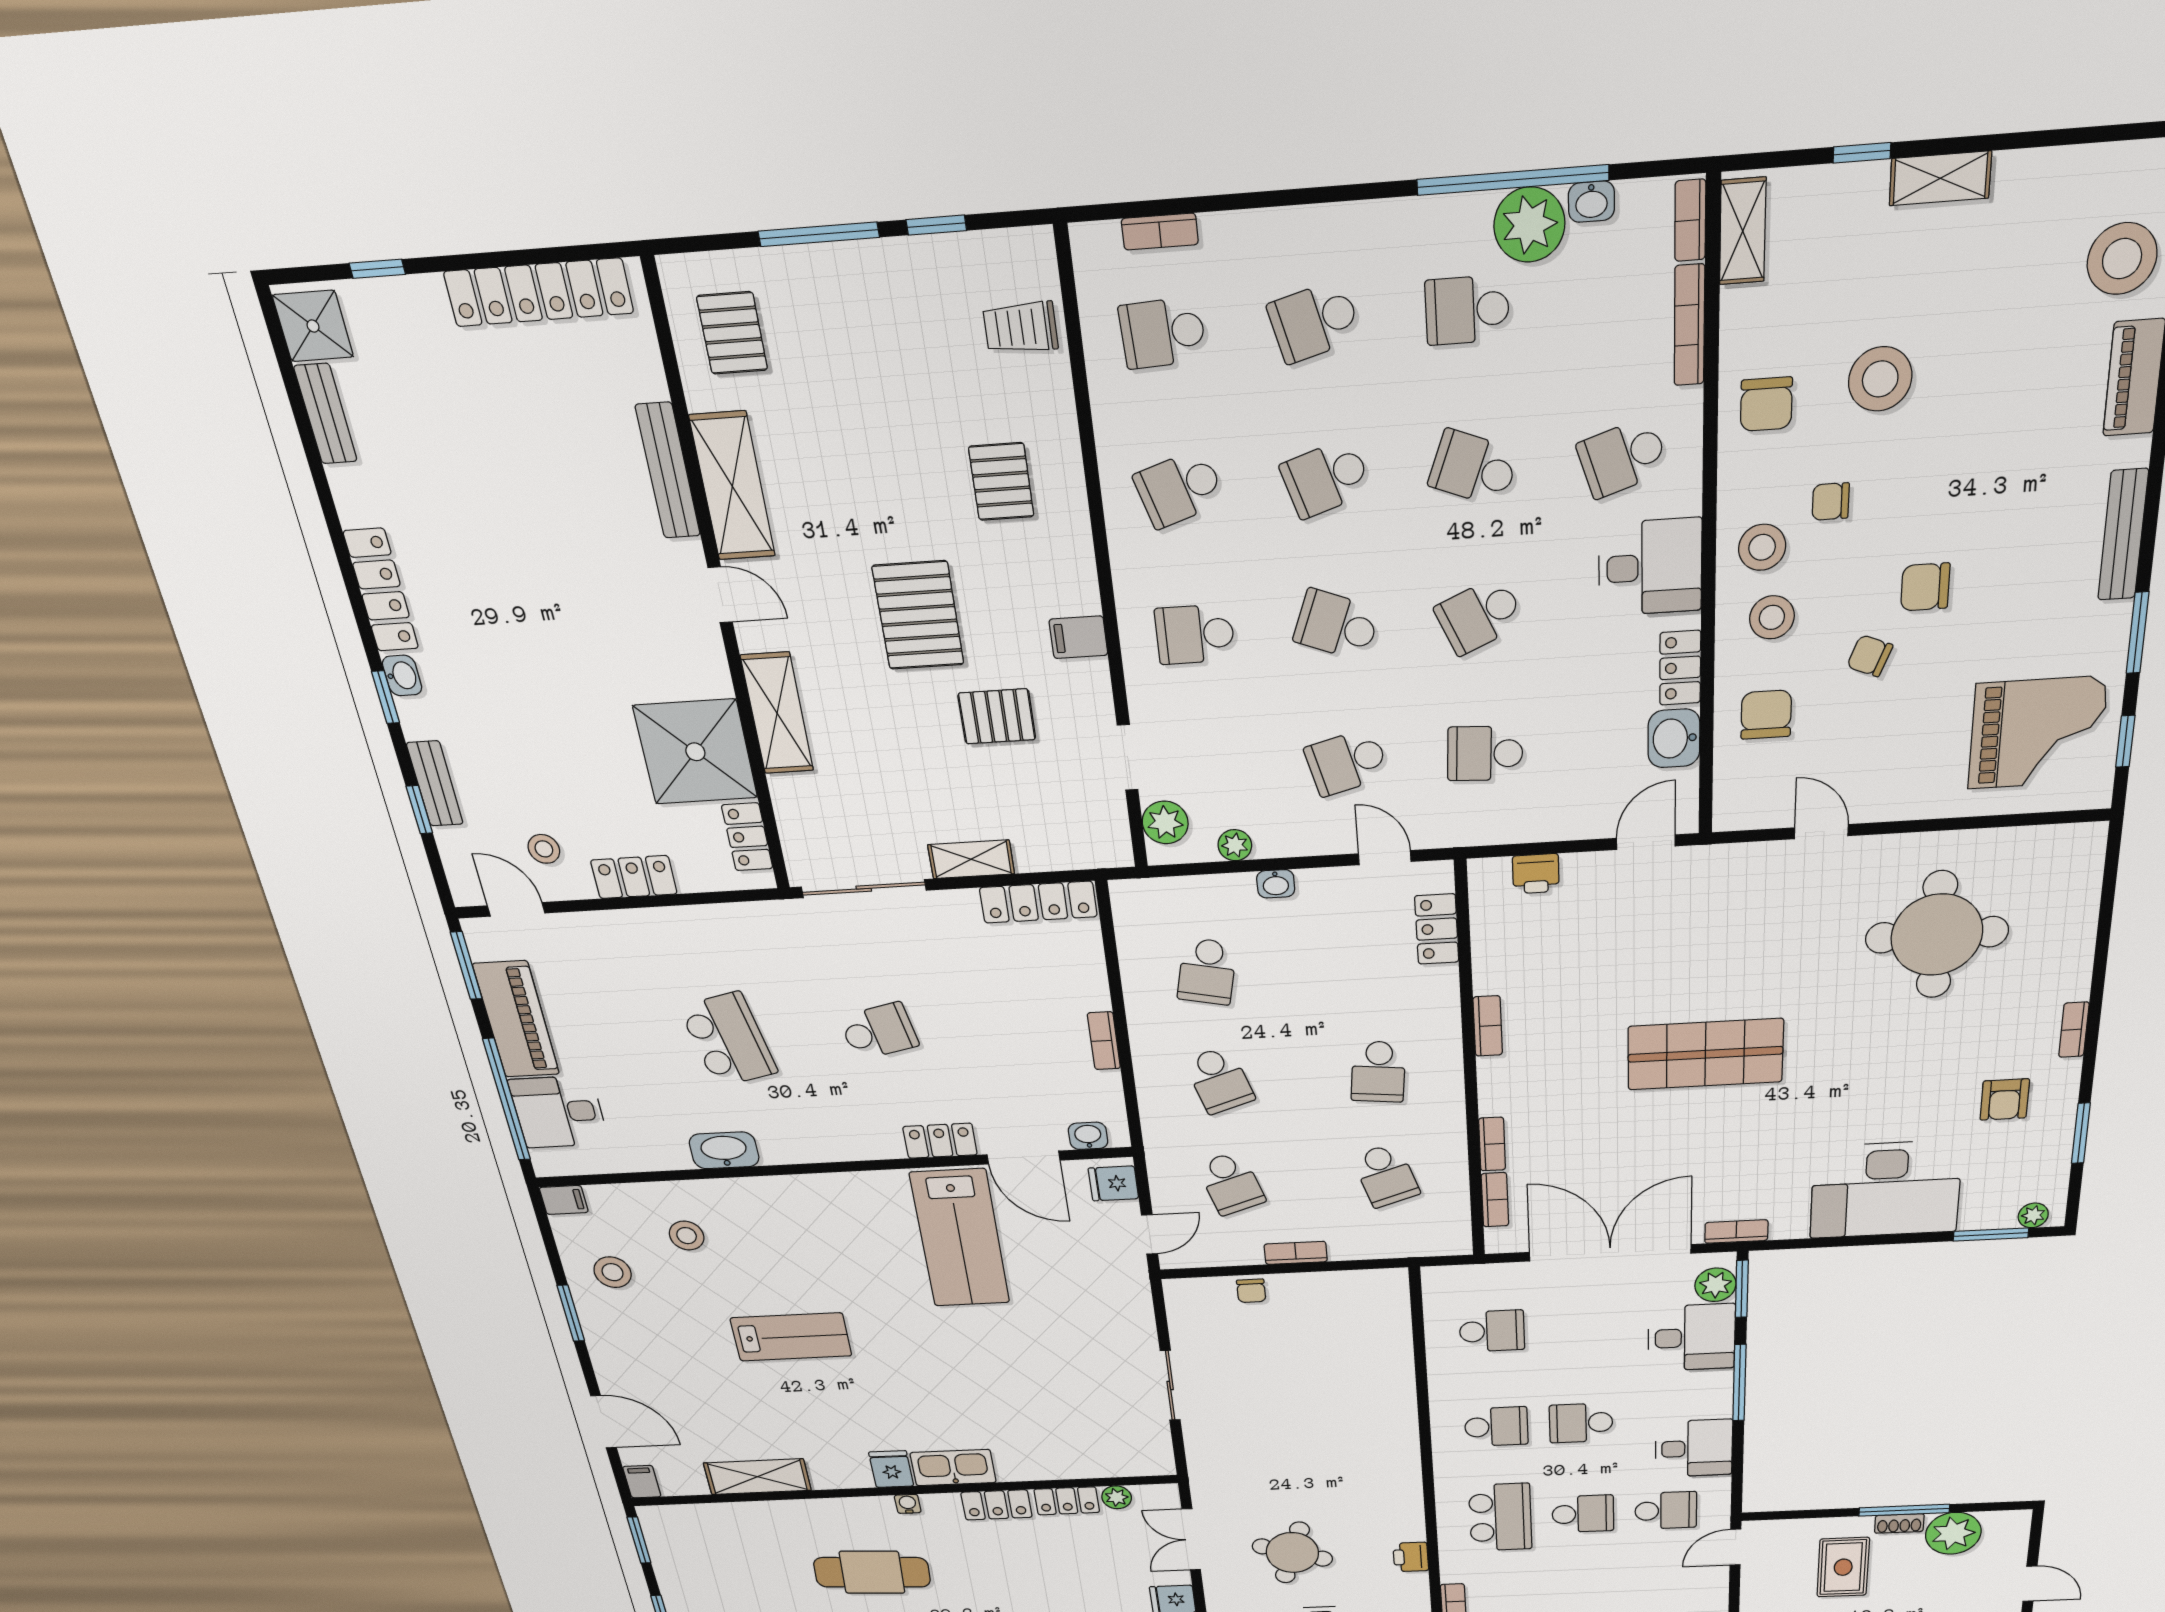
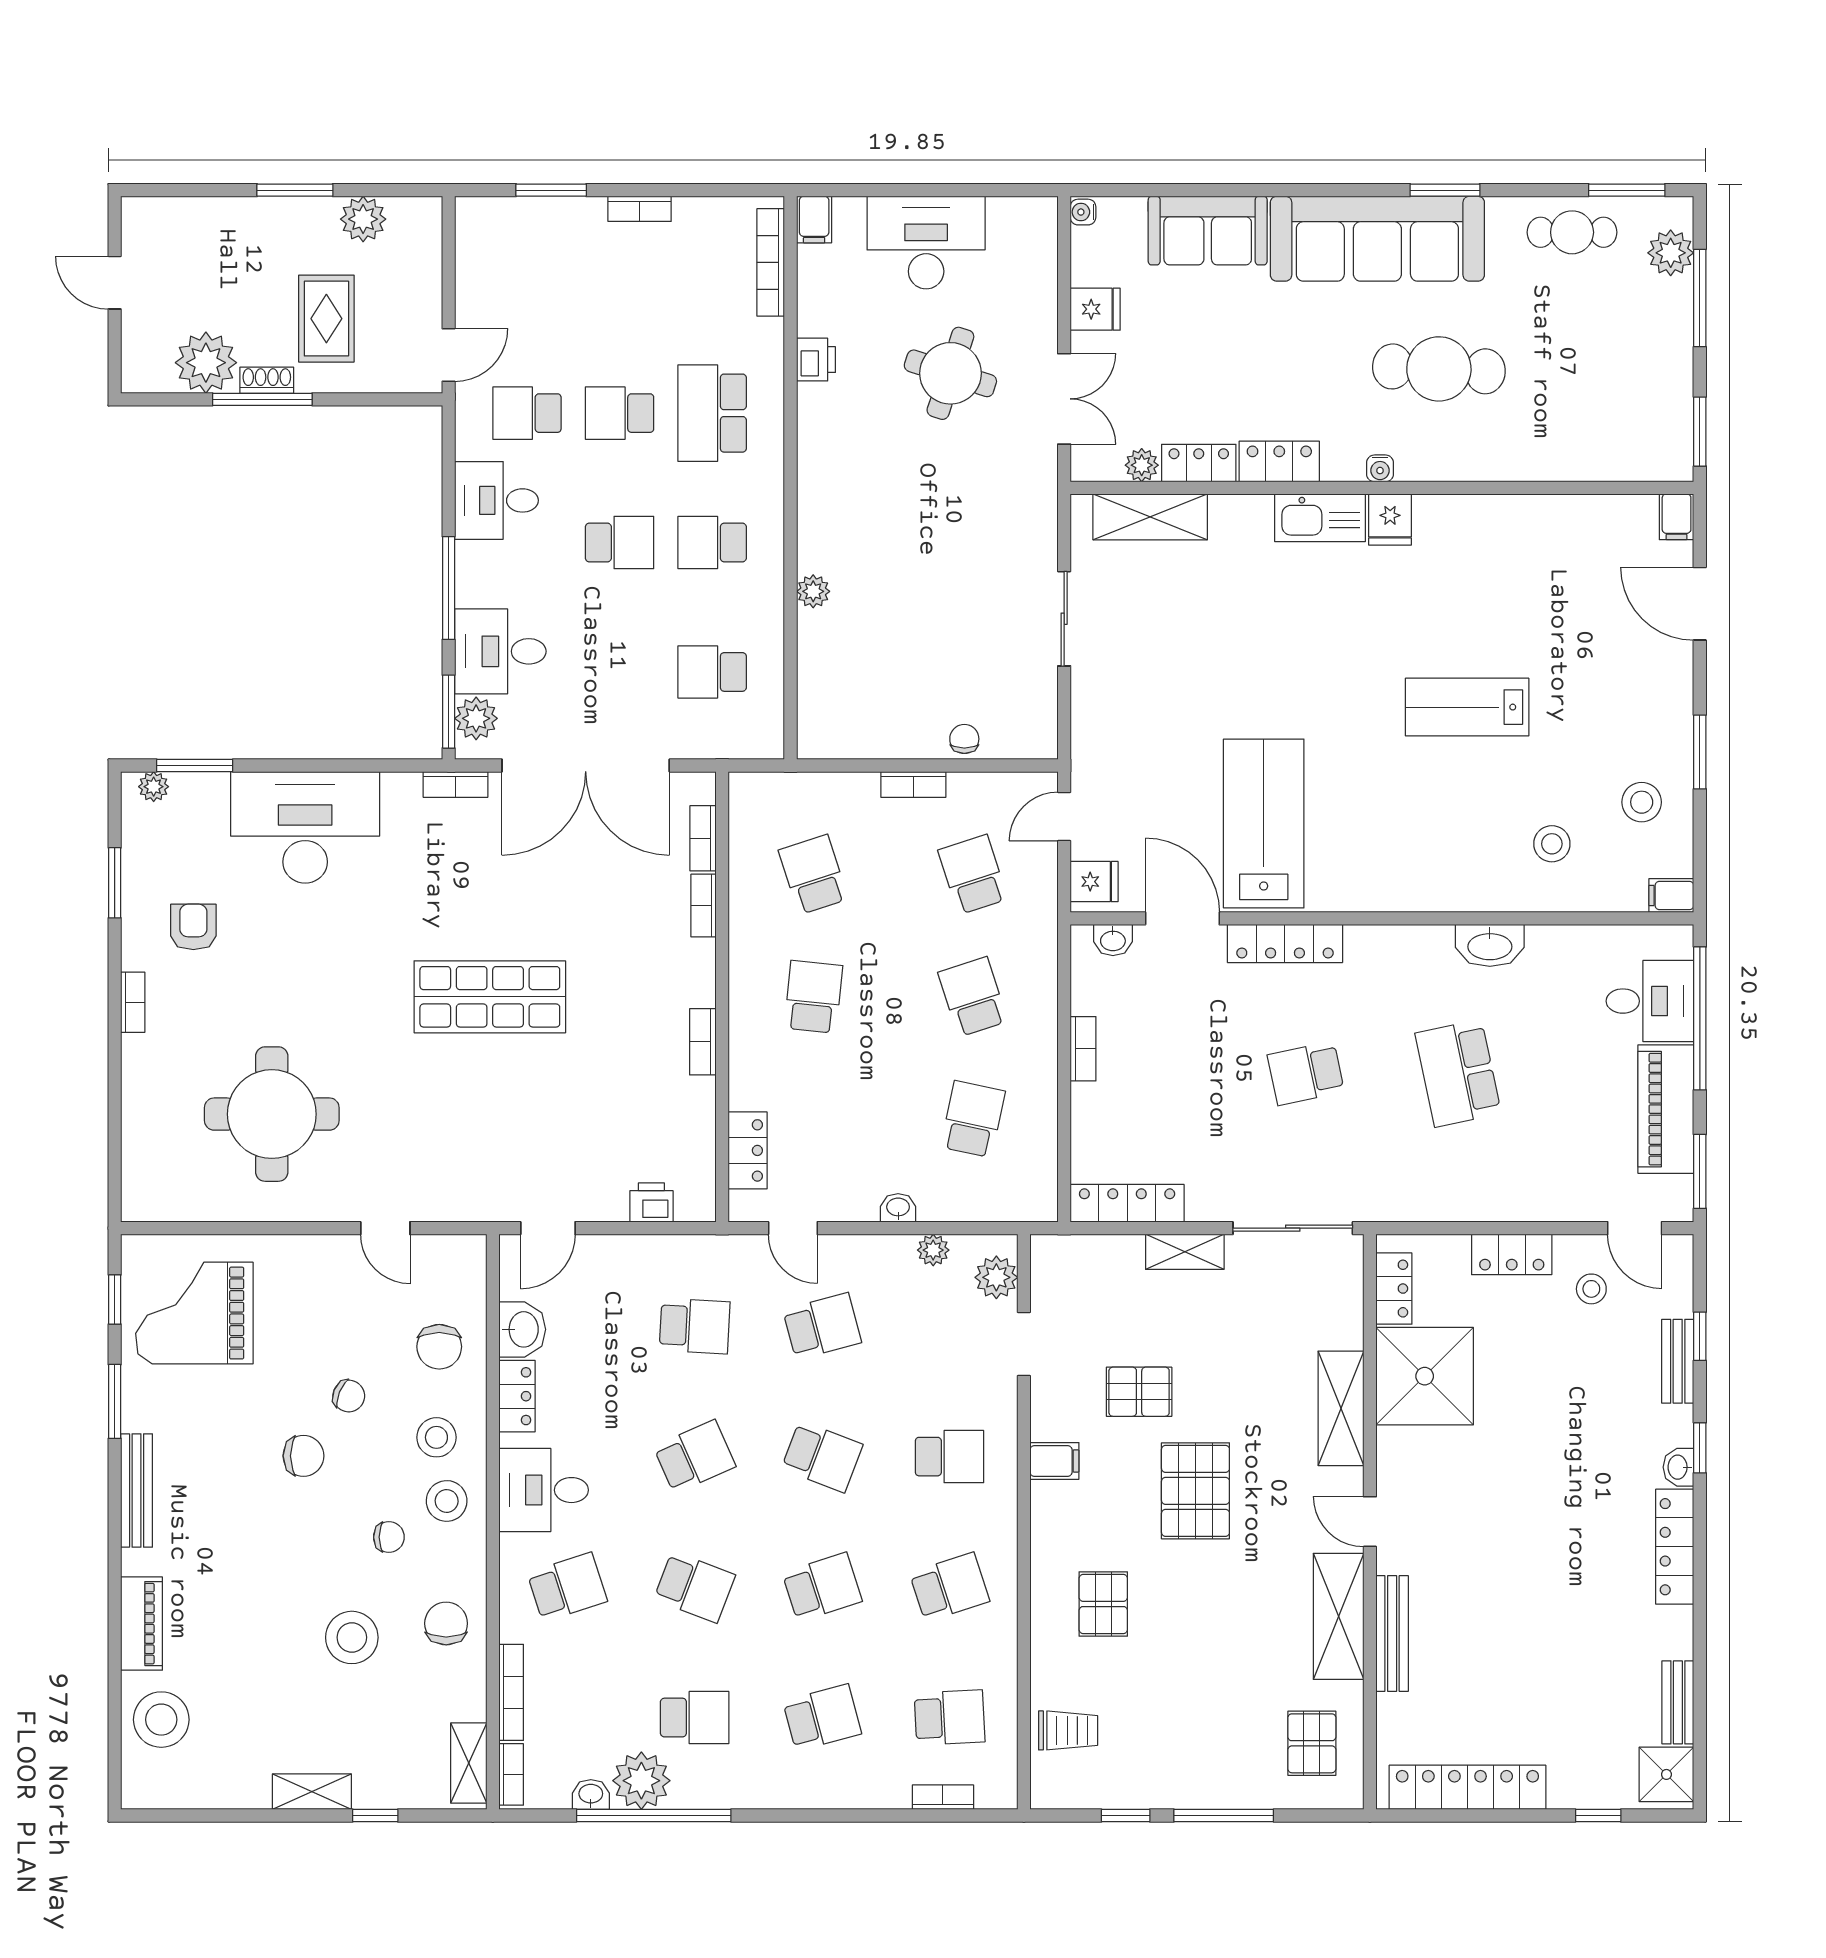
locker: (940, 1141) -> (1285, 943), width x1.53
plant: (1402, 1395) -> (813, 591), added
shelving: (757, 1477) -> (1150, 517), moved

